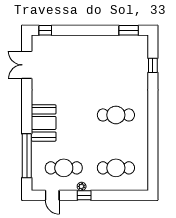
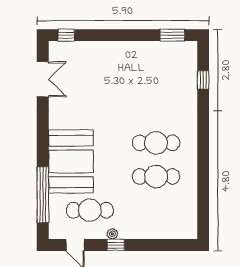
double door: (27, 65) -> (43, 79), swing flipped
booth: (44, 123) -> (71, 161), width x1.36, depth x1.42
cafe table: (116, 168) -> (156, 177), moved

